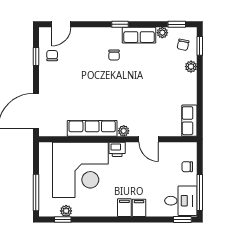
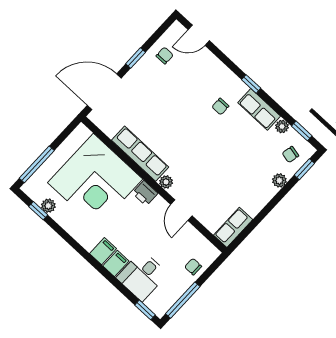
window: (36, 57) -> (136, 58), moved
desk: (181, 201) -> (142, 276), moved, turned 90

